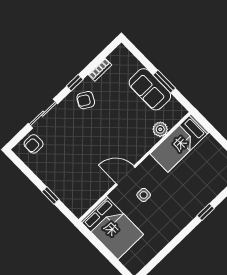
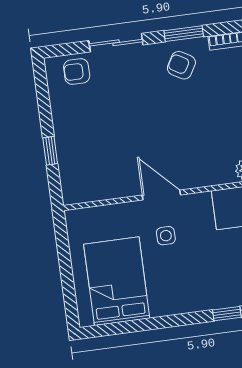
window: (75, 83) -> (184, 34), width x1.50
bed: (112, 228) -> (117, 281), moved, turned 180

